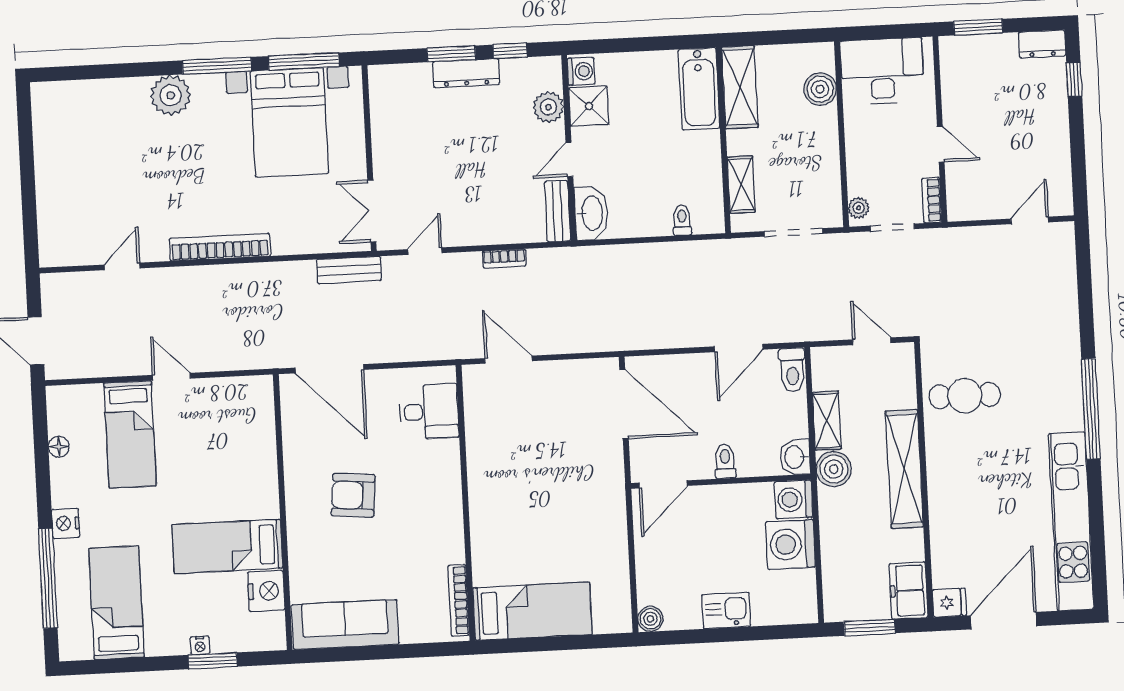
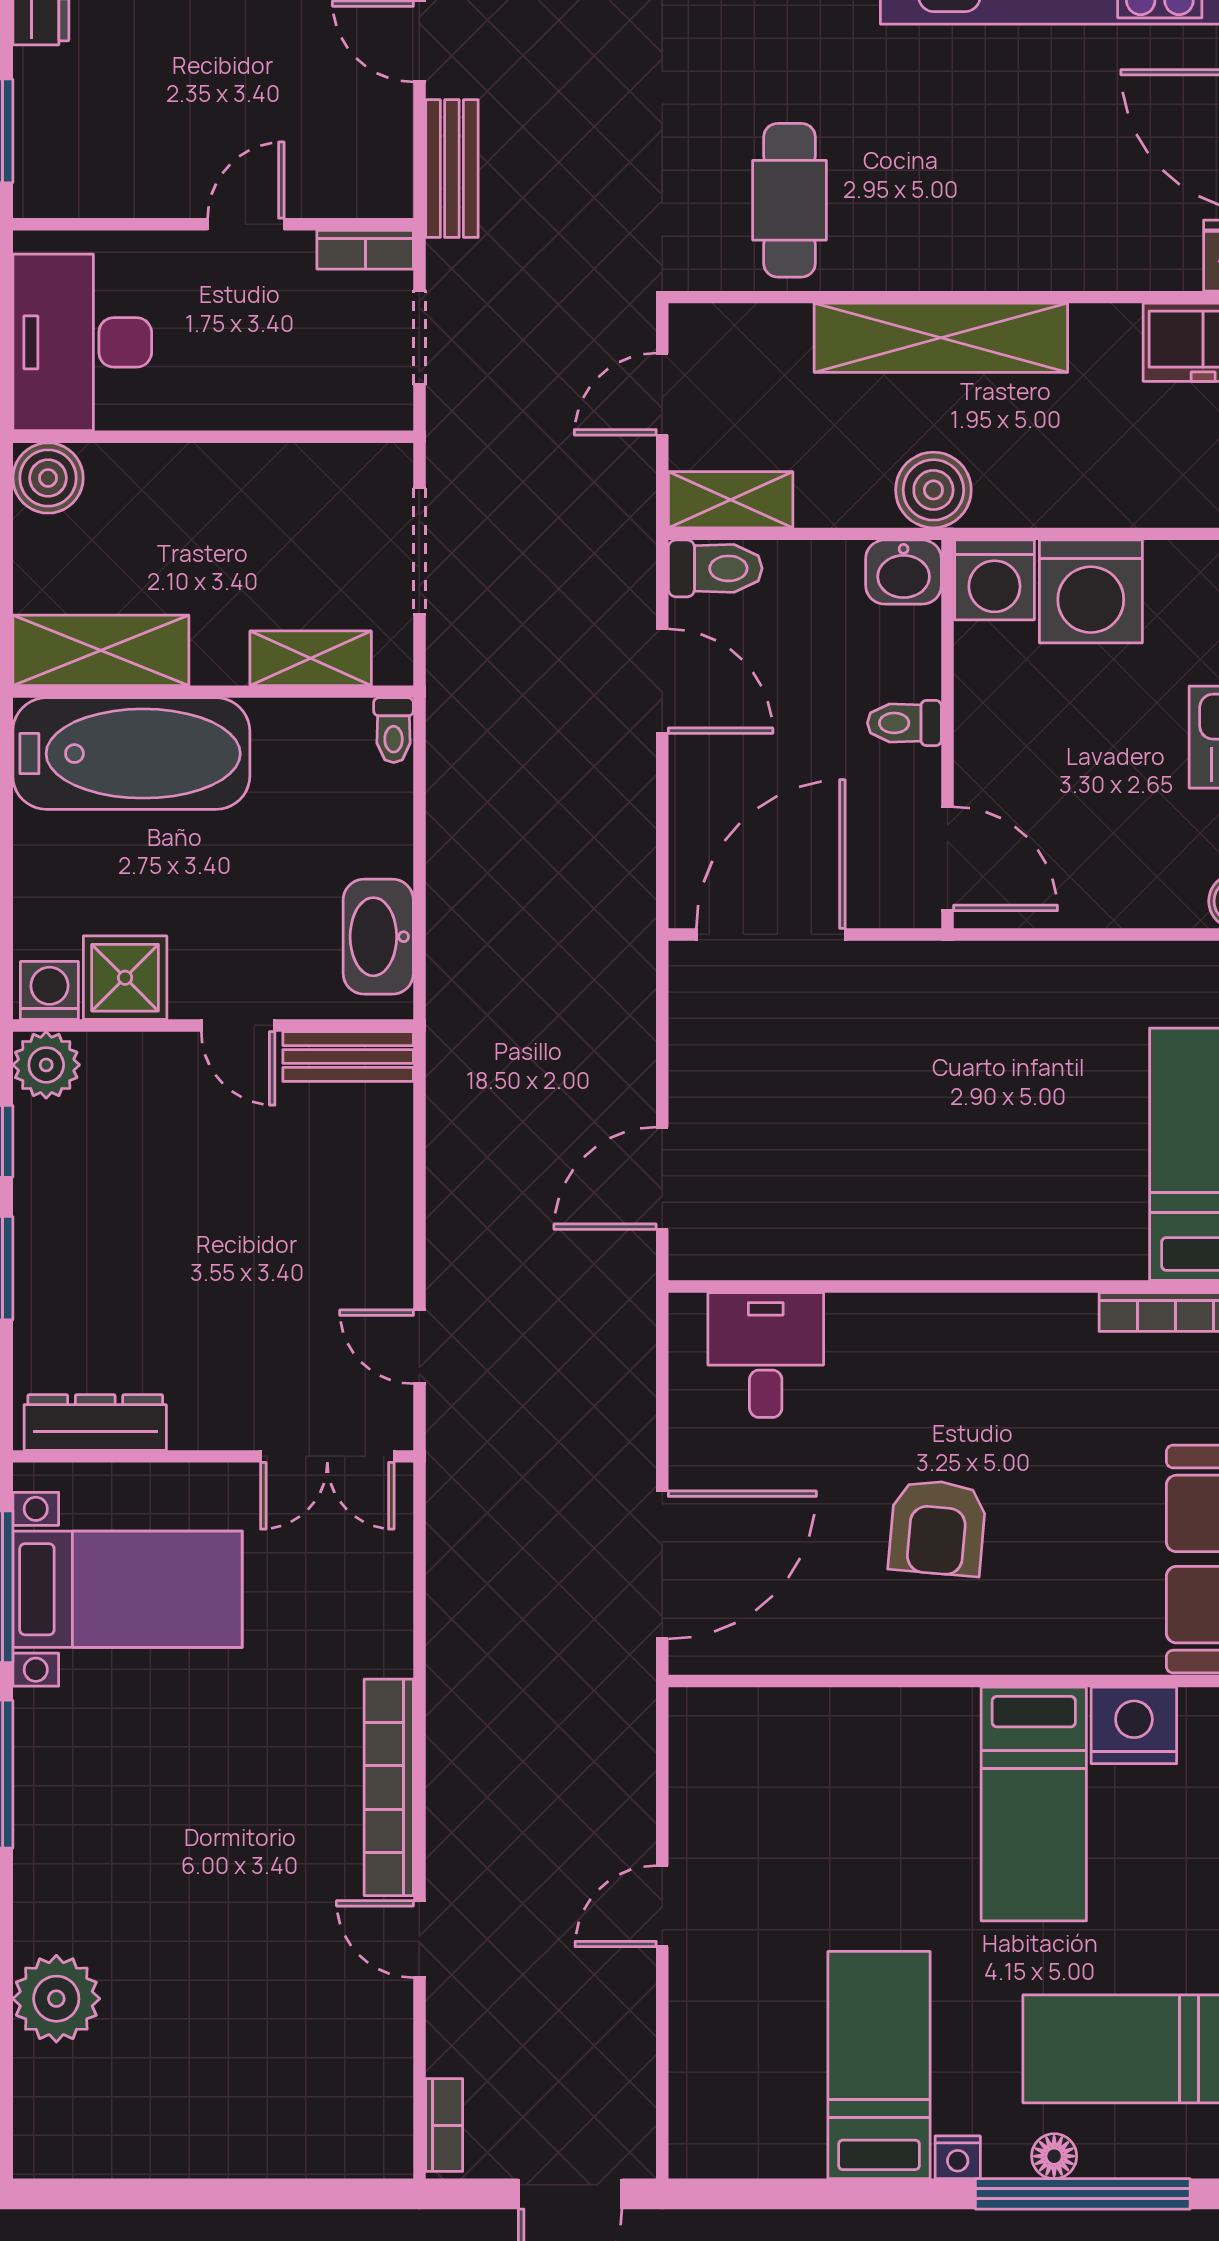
dresser: (466, 73) -> (95, 1423), moved, turned -90
bathtub: (699, 89) -> (131, 754), width x1.36, depth x1.36
boiler: (820, 89) -> (48, 478), moved
plant: (171, 95) -> (56, 1999), moved
plant: (548, 107) -> (46, 1065), moved
bed with nightstands: (289, 122) -> (127, 1589), width x0.73
plant: (859, 208) -> (374, 408), removed
washbasin: (591, 213) -> (378, 937), moved, turned -90
toilet: (682, 220) -> (394, 730), moved, turned -90
bookcase: (504, 259) -> (444, 2125), moved
door: (122, 266) -> (419, 1939), moved
bench: (349, 270) -> (452, 169), moved
shelving: (827, 421) -> (731, 500), moved
bed: (130, 434) -> (879, 2065), moved, turned -90
floor lamp: (59, 447) -> (1054, 2156), moved
nightstand: (66, 523) -> (958, 2157), width x0.72, depth x0.74

